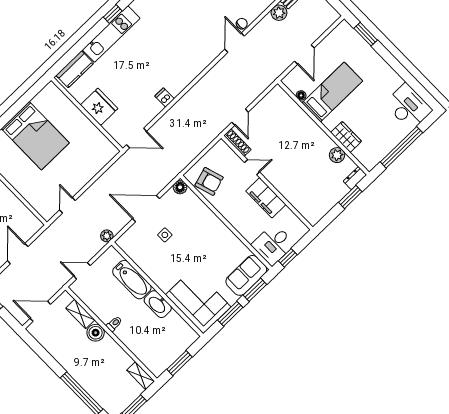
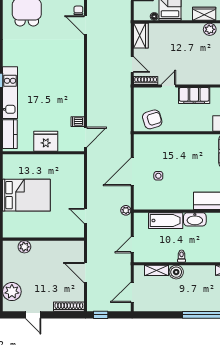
dishwasher: (164, 97) -> (78, 122), moved
wardrobe: (273, 100) -> (141, 36), added
floor lamp: (180, 187) -> (139, 140), removed

